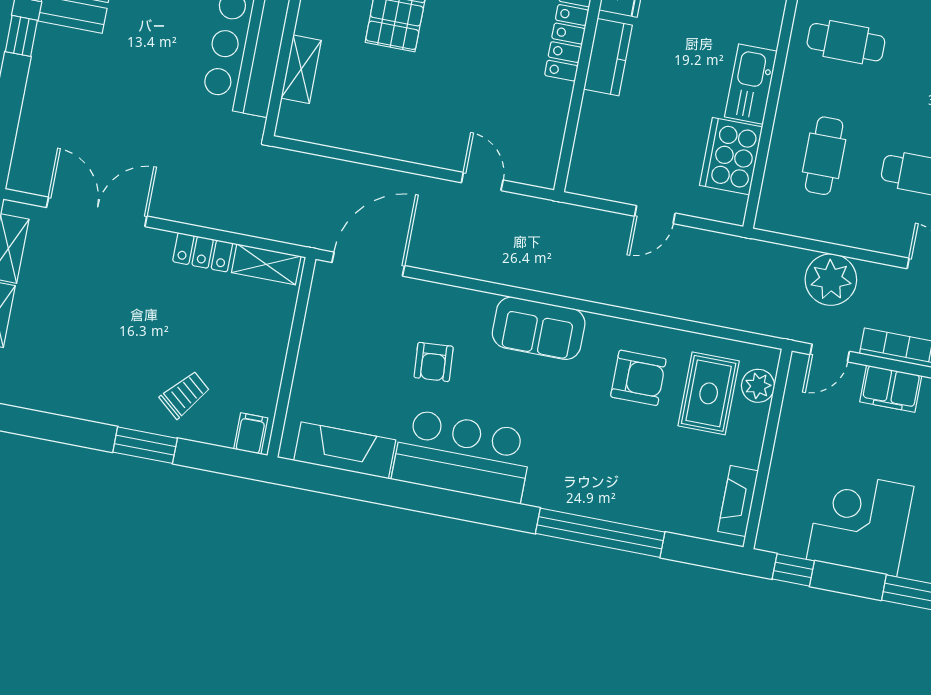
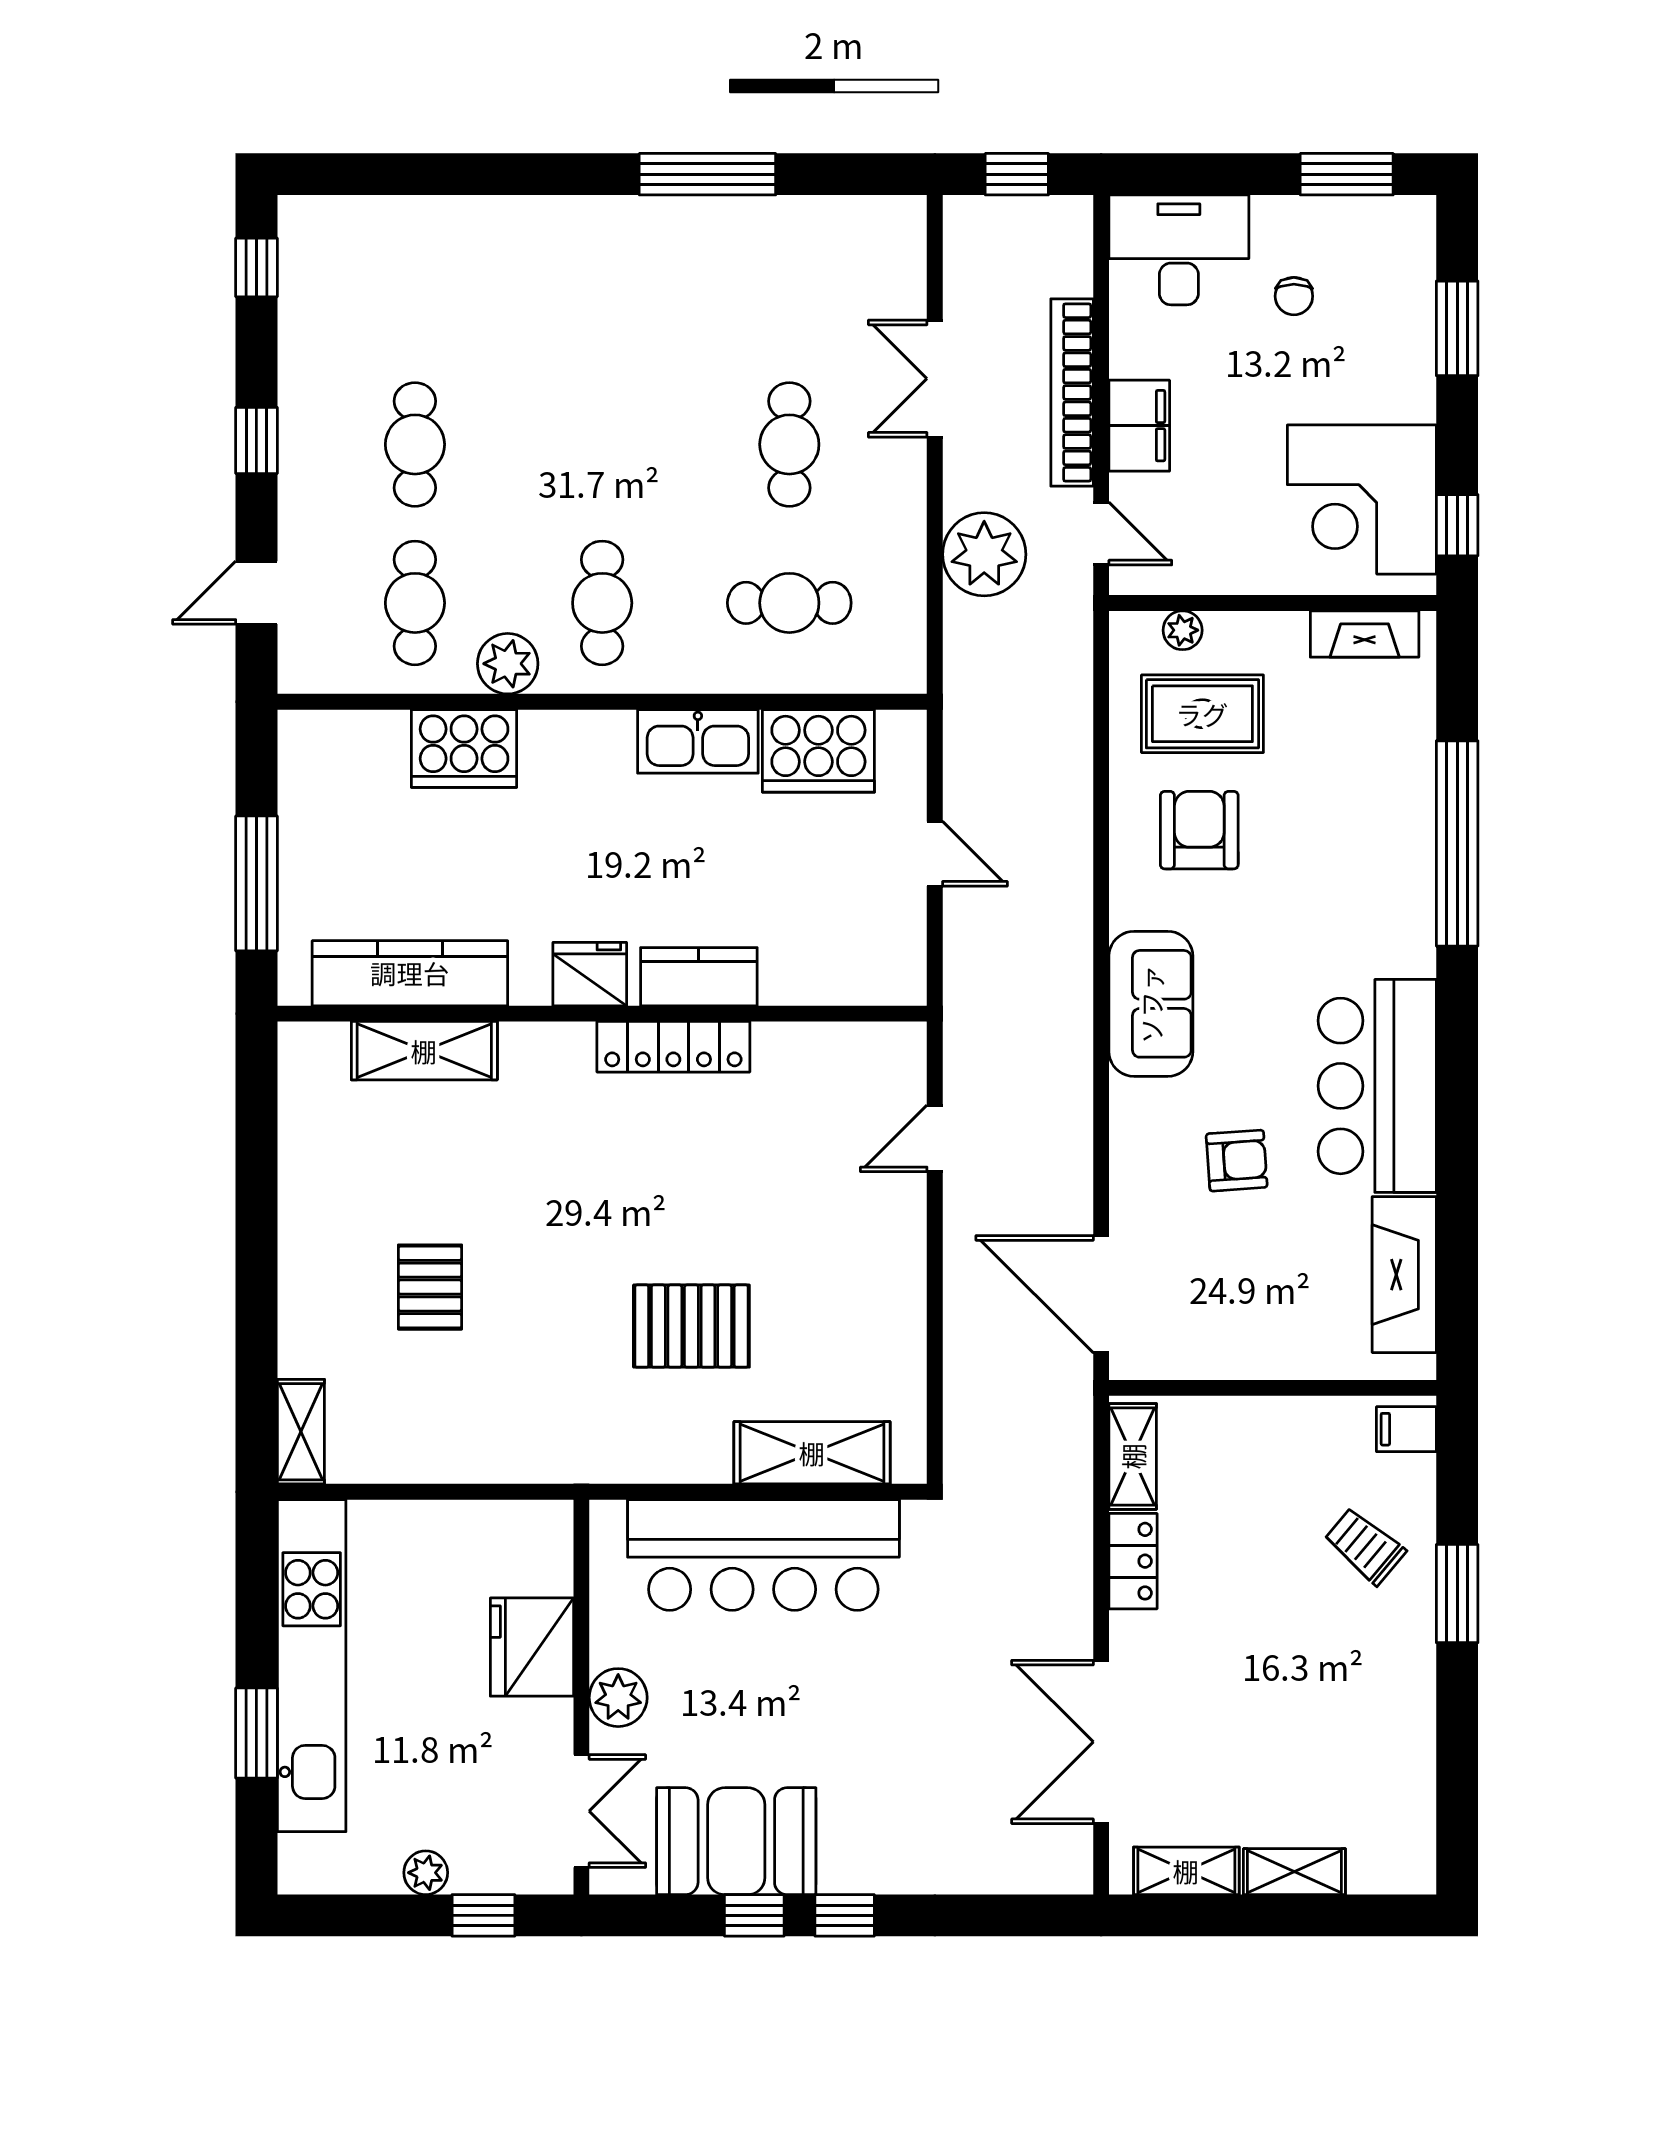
shelving: (301, 69) -> (812, 1453), width x1.50, depth x1.33
plant: (758, 386) -> (1183, 630), width x0.73, depth x0.73
corner desk: (860, 523) -> (1362, 500), moved

